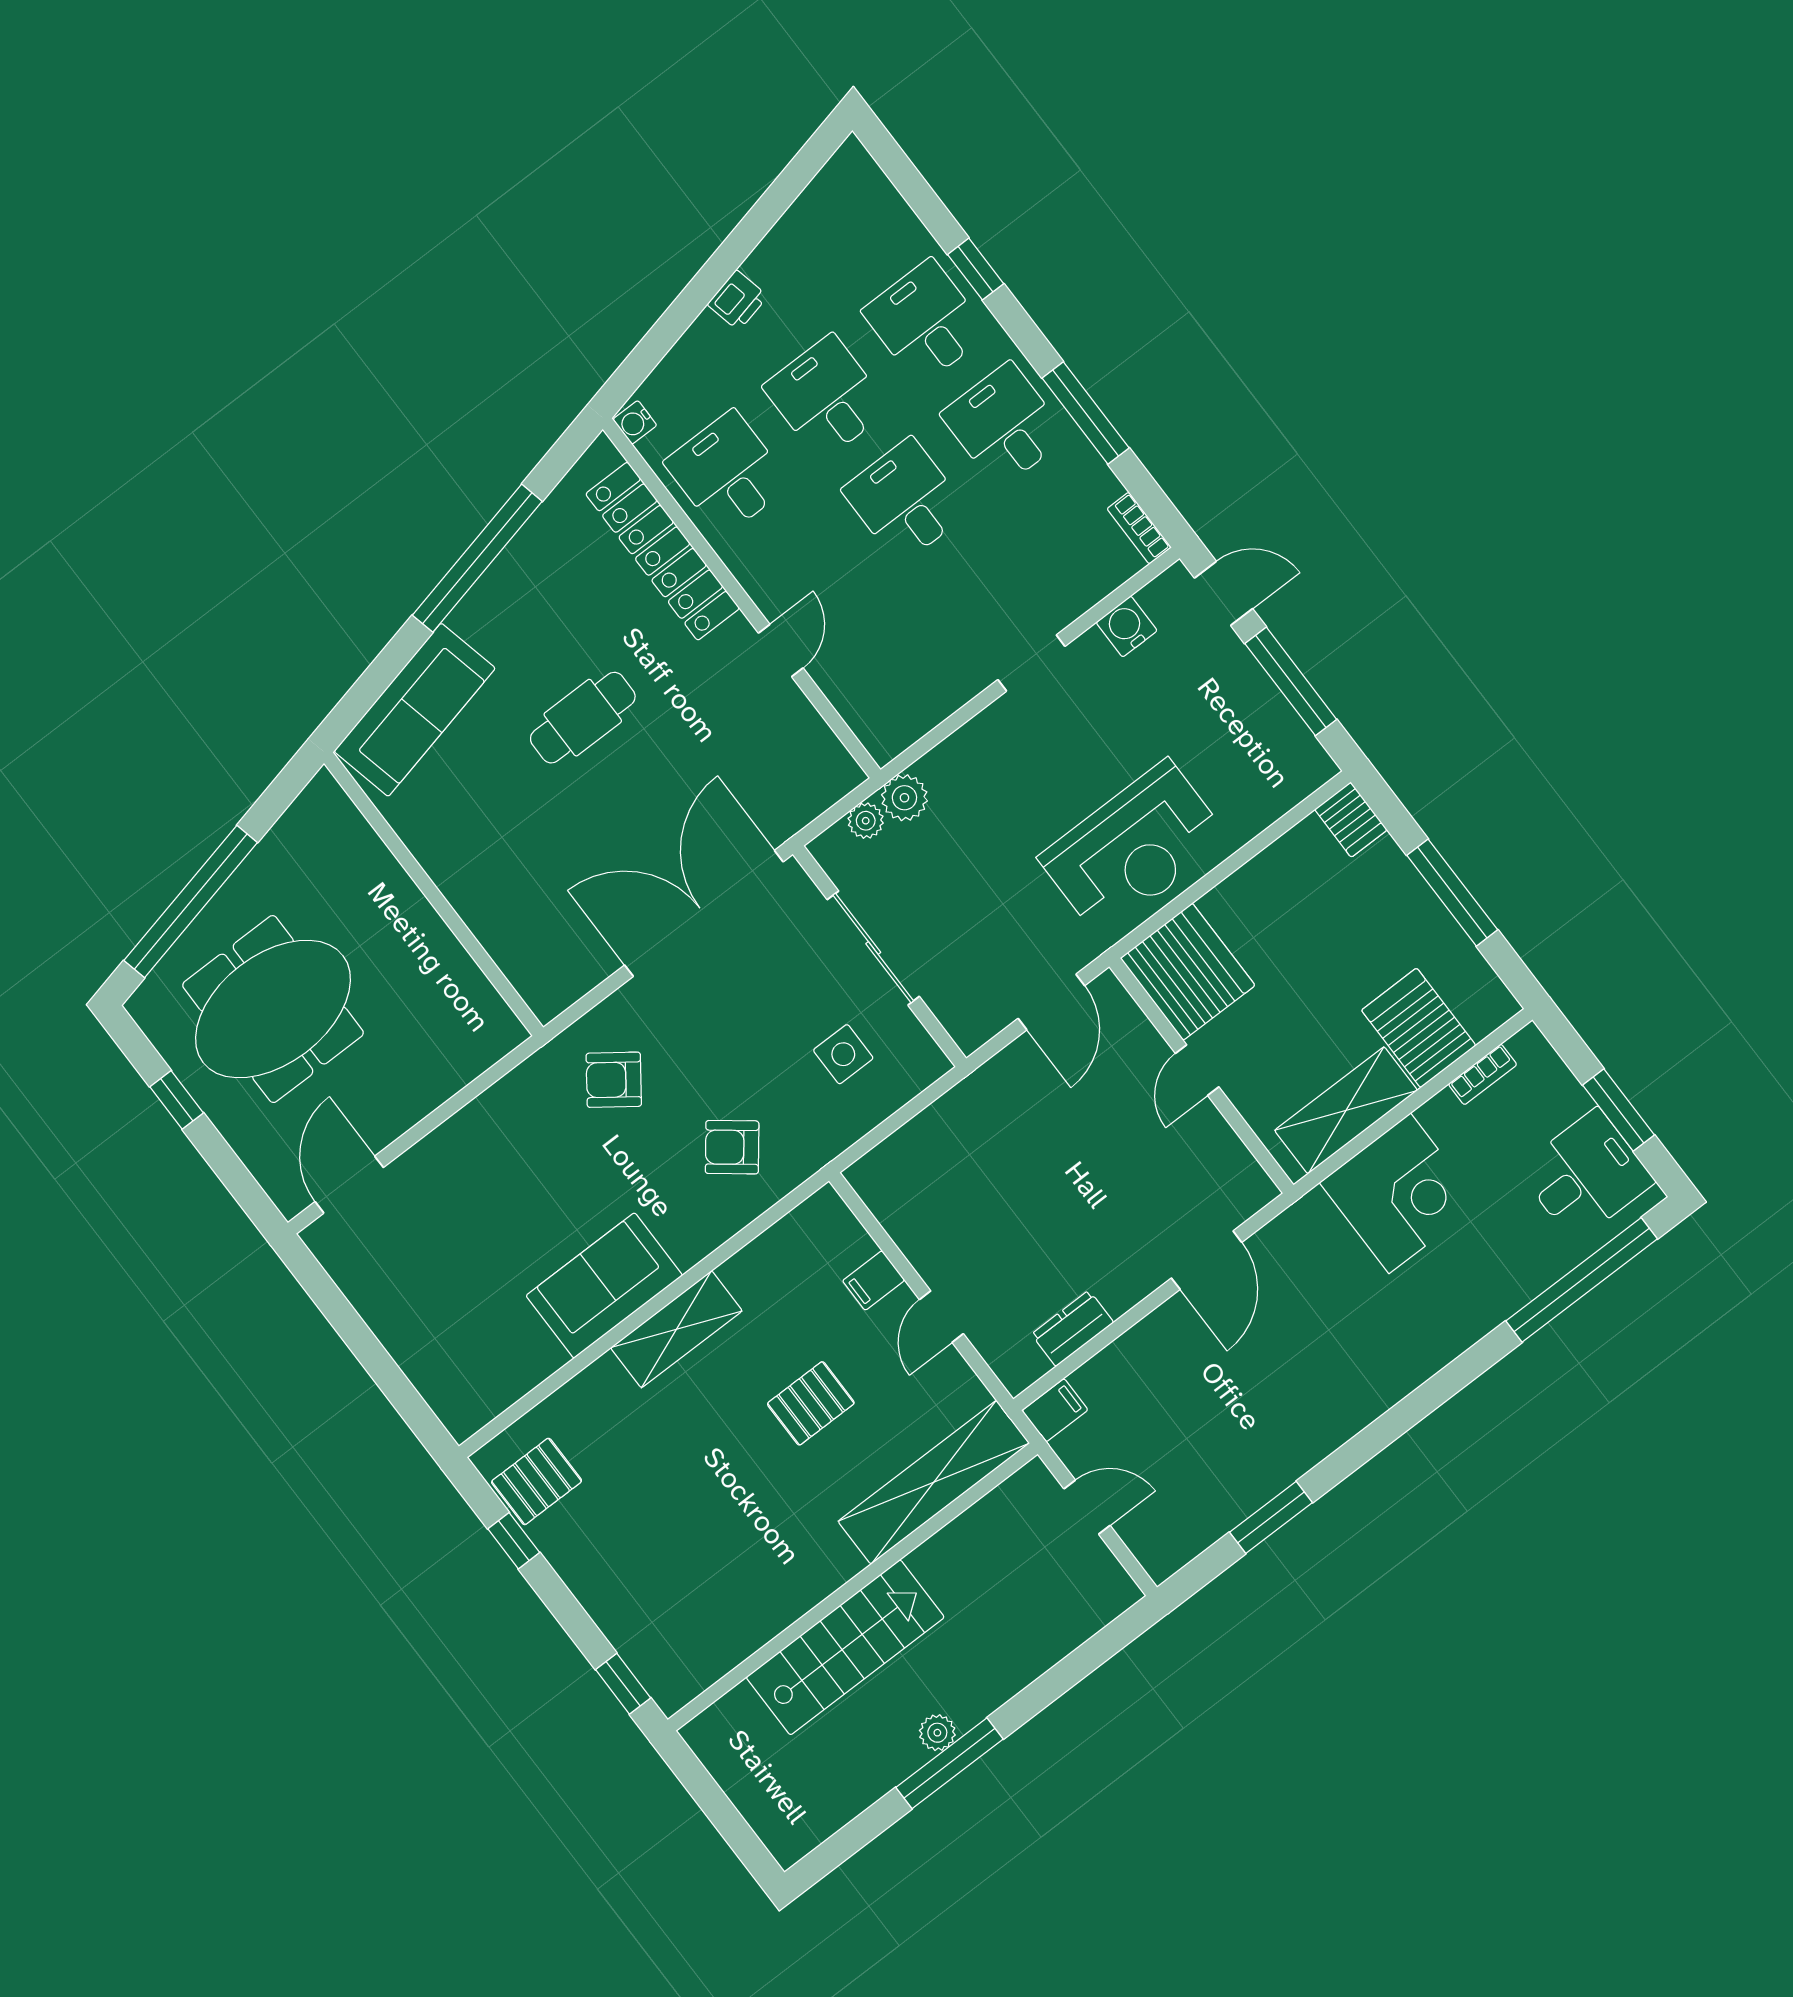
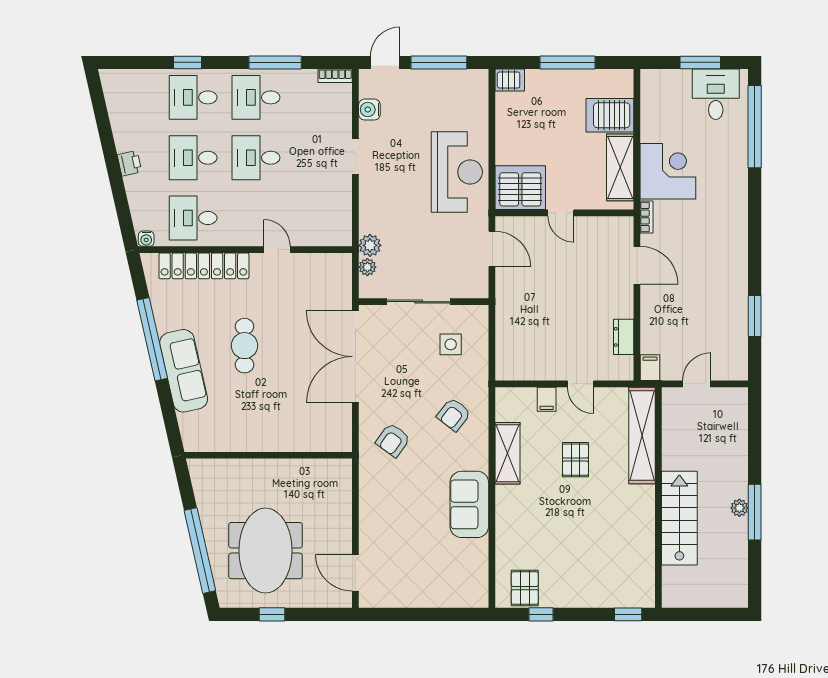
sofa: (415, 710) -> (184, 371), moved
bookcase: (1483, 1074) -> (647, 217), moved
shelving: (676, 1329) -> (507, 453), moved

